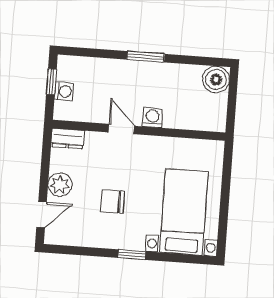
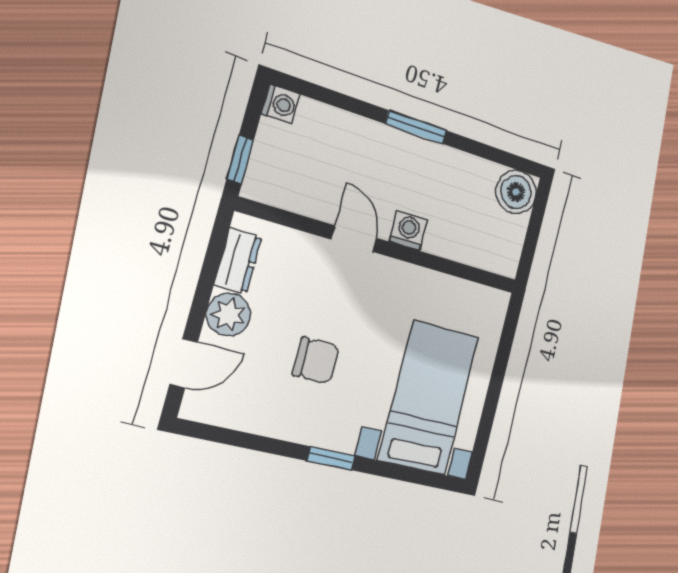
window: (51, 82) -> (240, 160), moved
washing machine: (64, 91) -> (281, 104), moved
dresser: (68, 138) -> (238, 261), moved, turned -90
chair: (113, 201) -> (316, 360), turned 180

